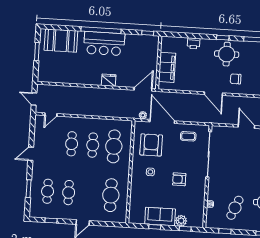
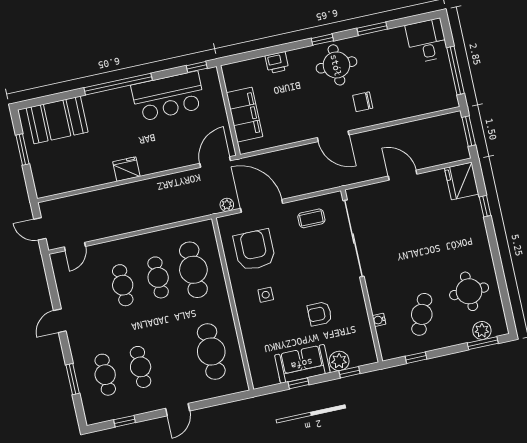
bar counter: (104, 44) -> (168, 96), moved
fridge: (109, 80) -> (126, 169), moved
armchair: (179, 179) -> (320, 314), moved

